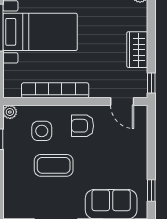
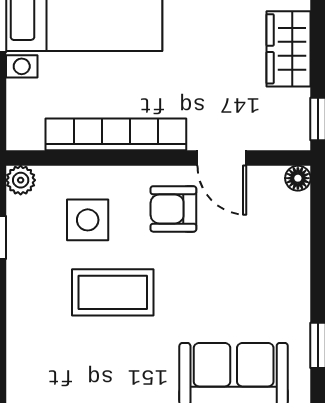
door: (122, 101) -> (222, 158), moved
floor lamp: (142, 111) -> (298, 178), added

